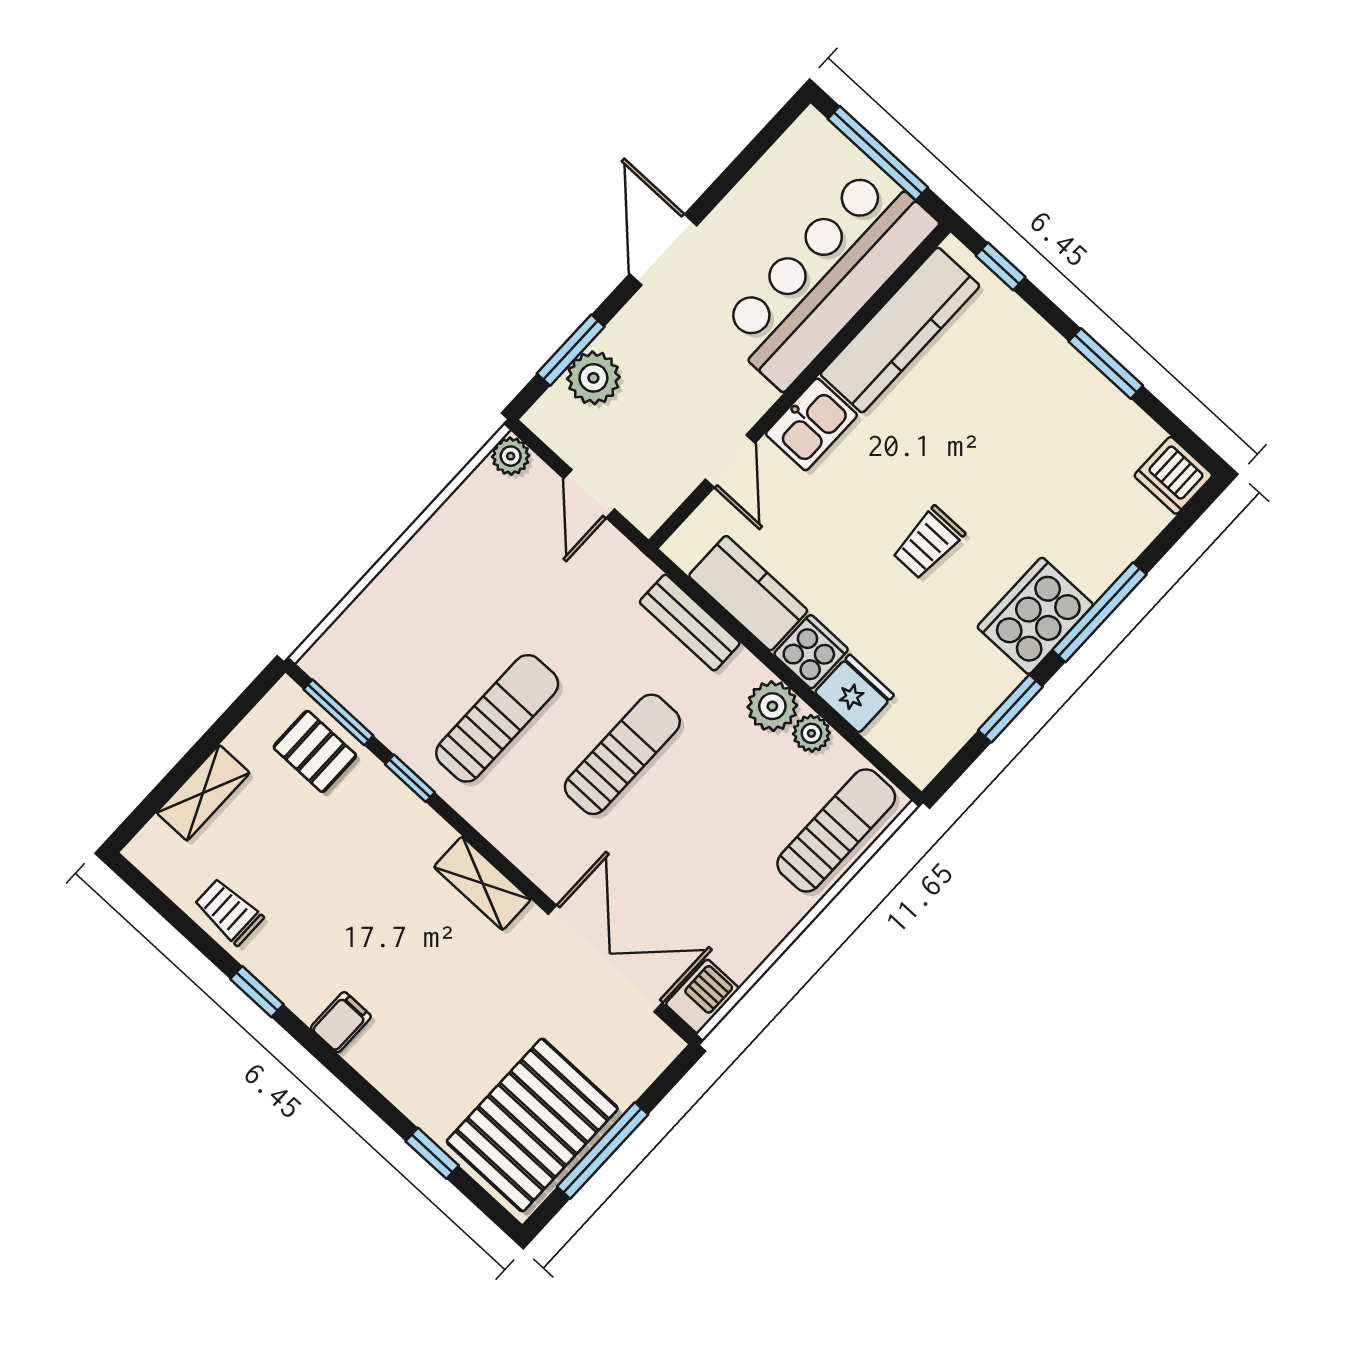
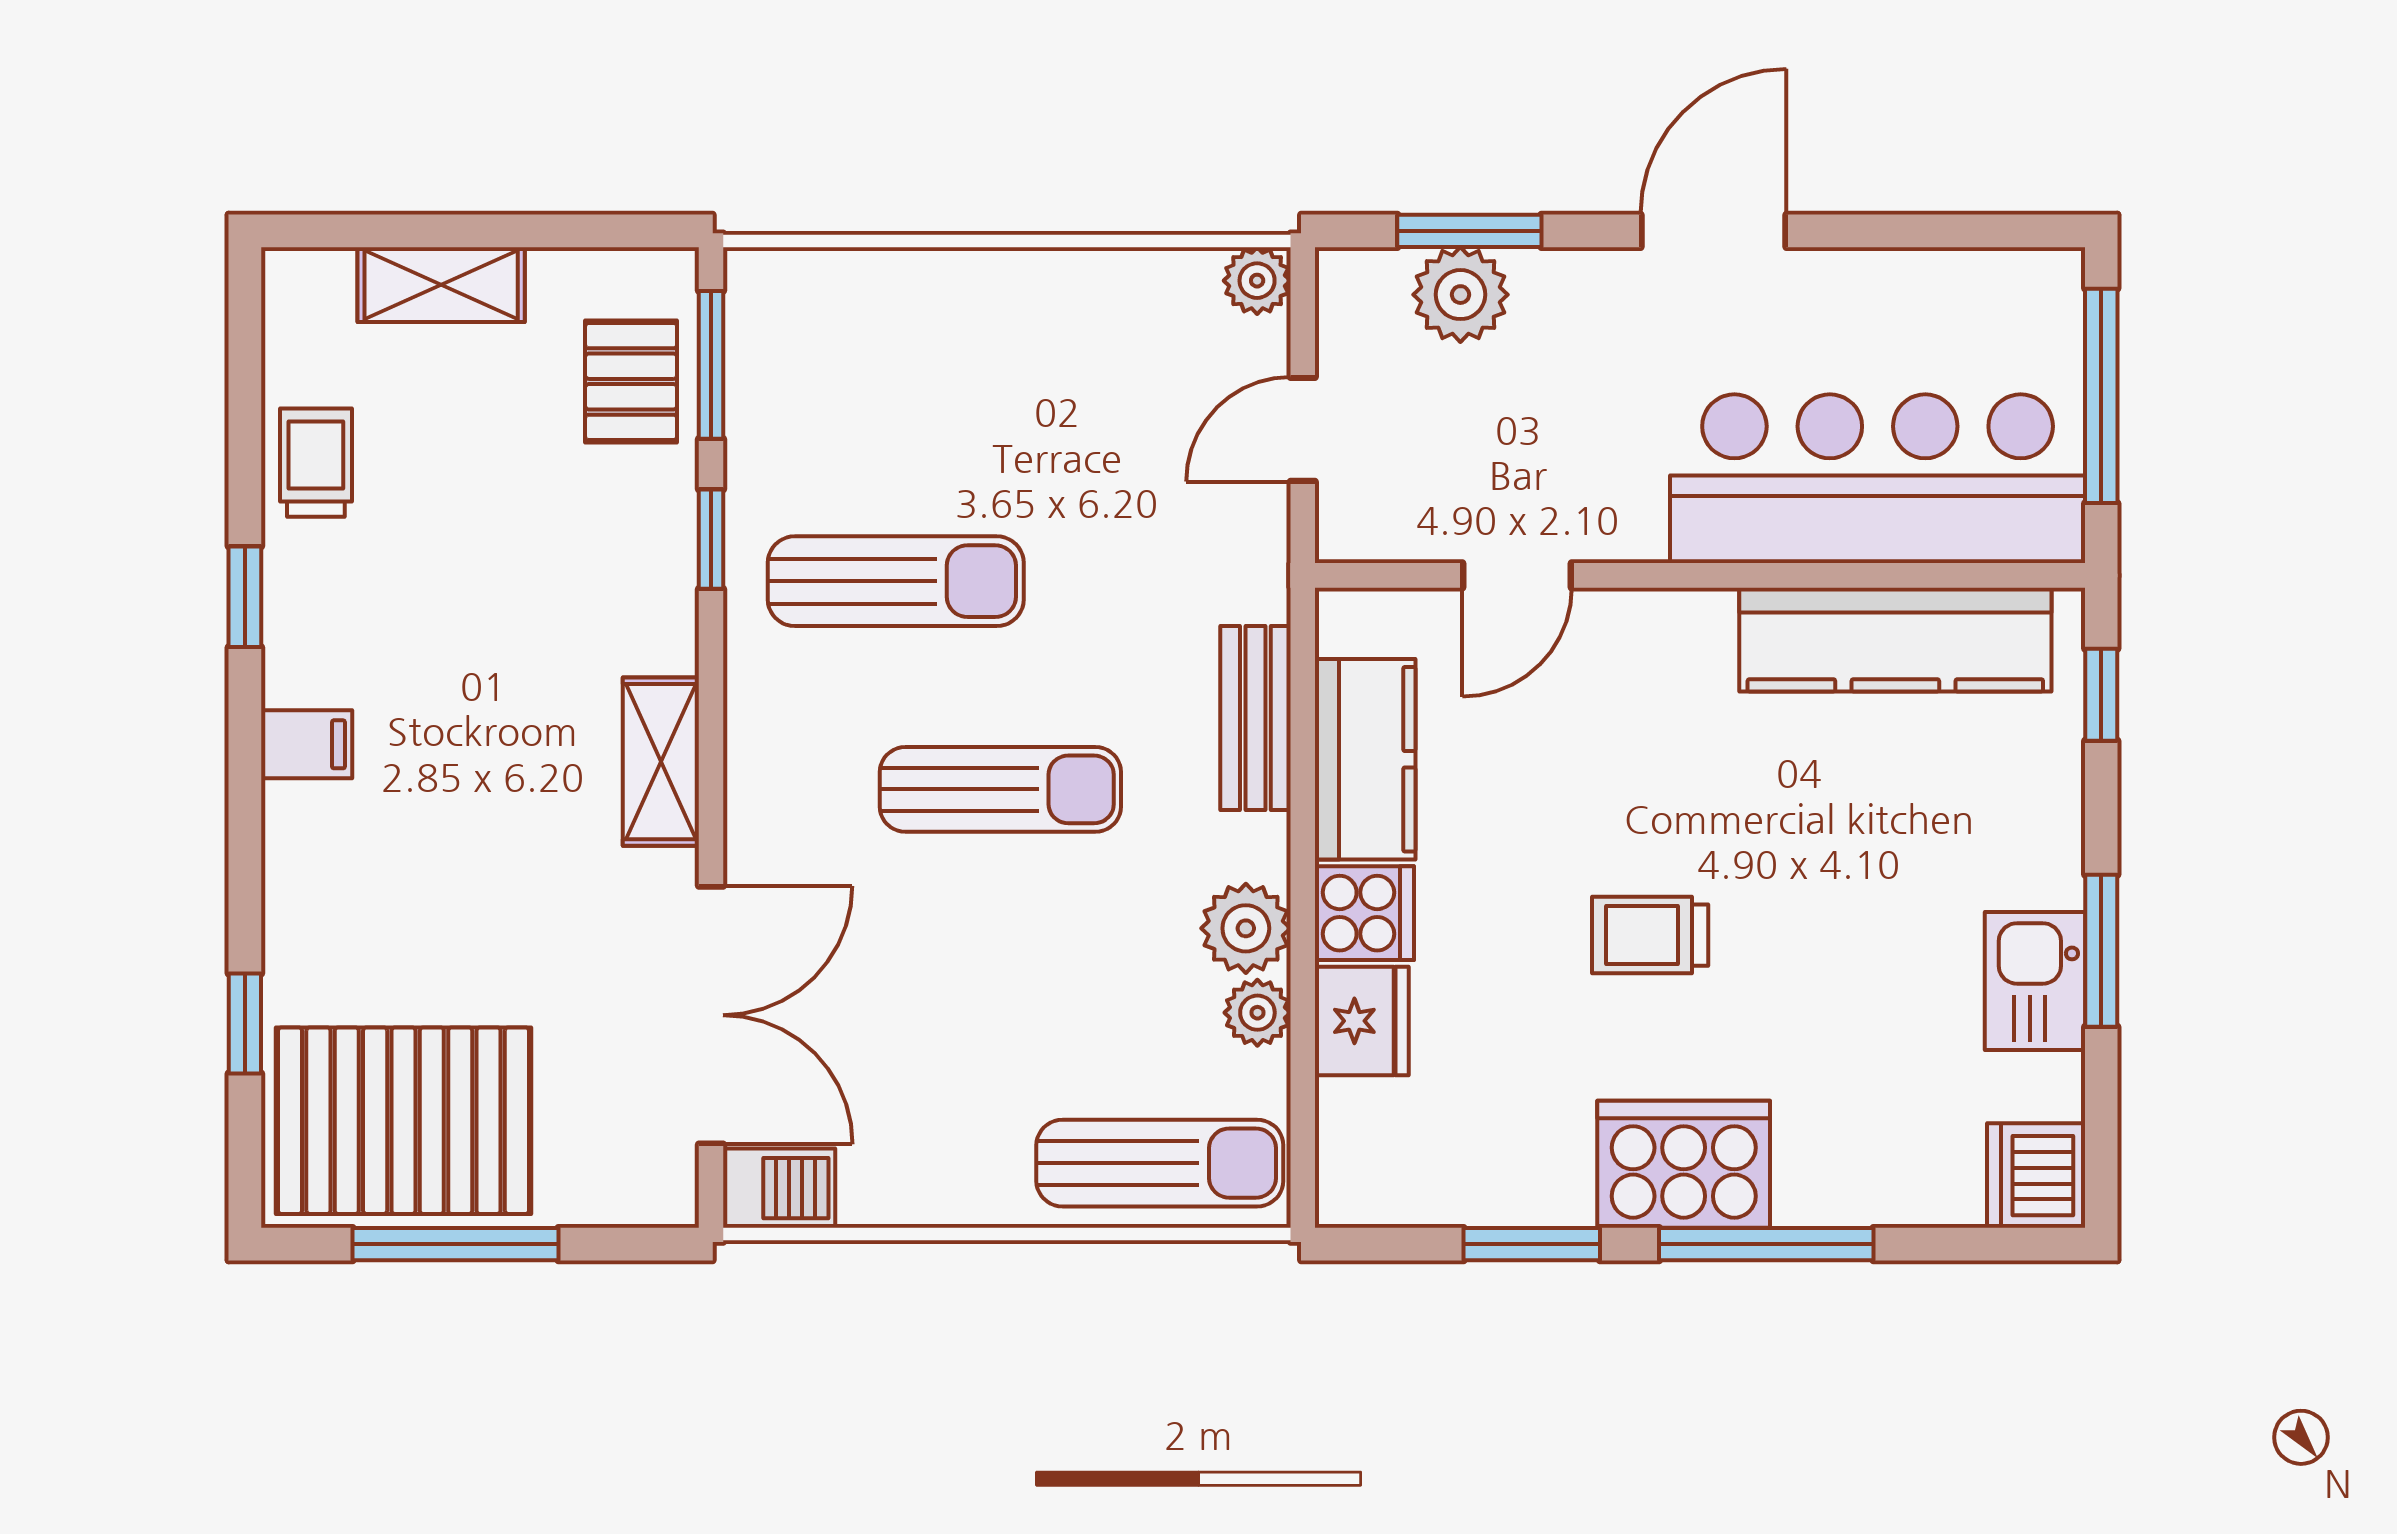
kitchen sink: (811, 424) -> (2035, 981), moved, turned 90

